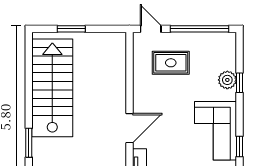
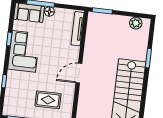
plant: (227, 80) -> (12, 84), removed
door: (129, 128) -> (79, 73), moved

